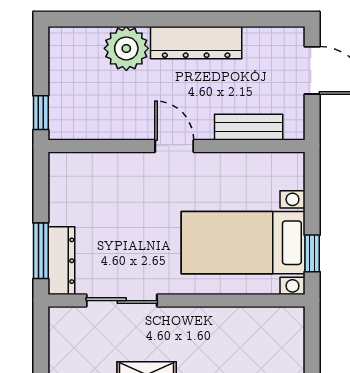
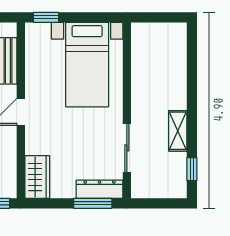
wardrobe: (79, 170) -> (37, 177), added
window: (312, 253) -> (46, 17), moved

